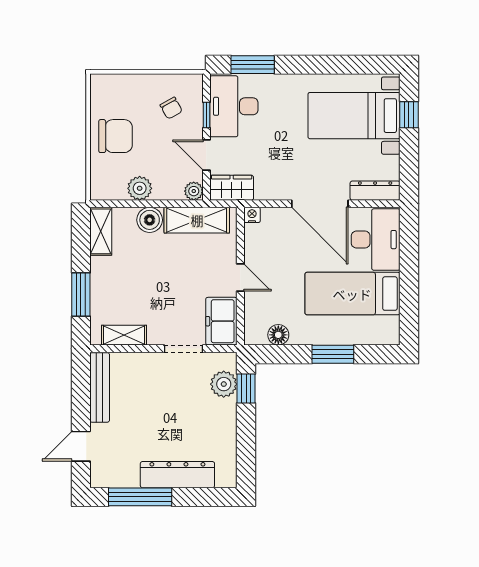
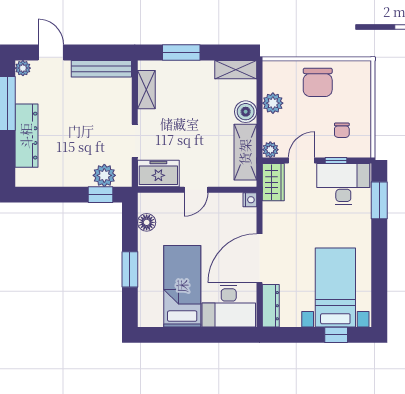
chair: (171, 108) -> (342, 130), turned -61
plant: (99, 479) -> (23, 68), added

